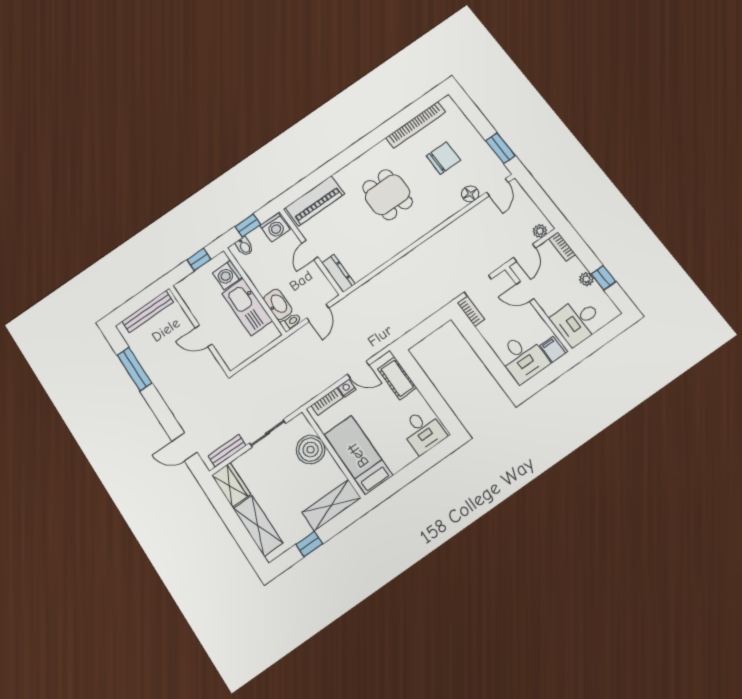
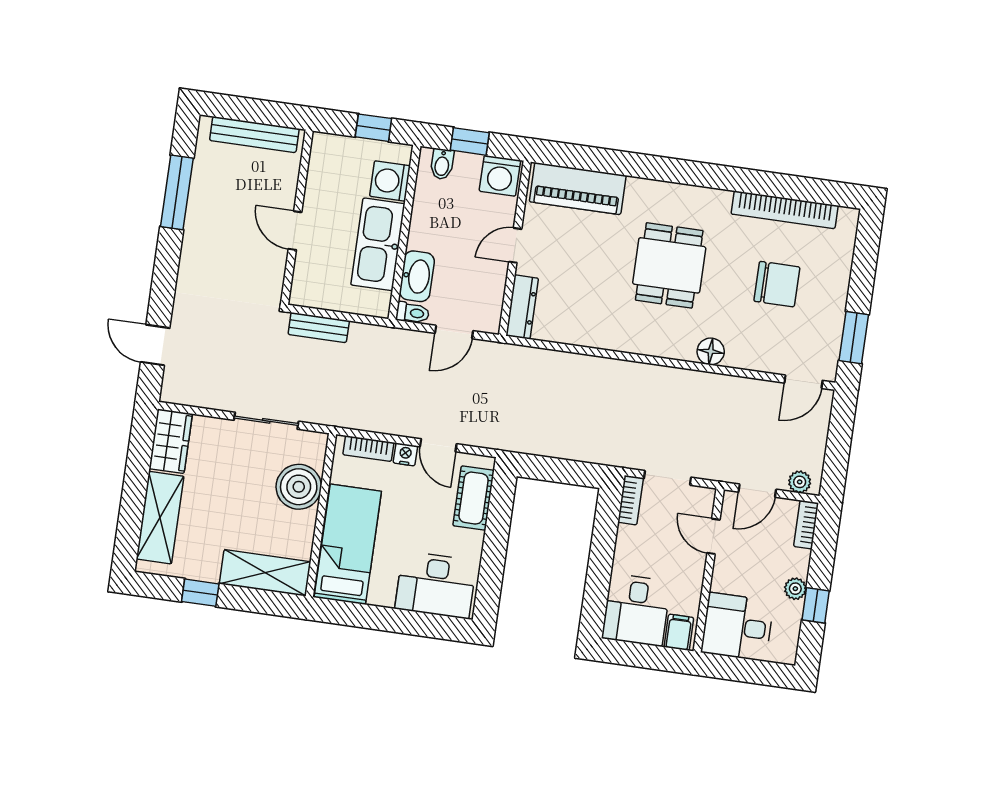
floor lamp: (470, 194) -> (711, 351), moved
desk: (423, 431) -> (436, 585), width x1.37
bench: (227, 451) -> (319, 328), moved

